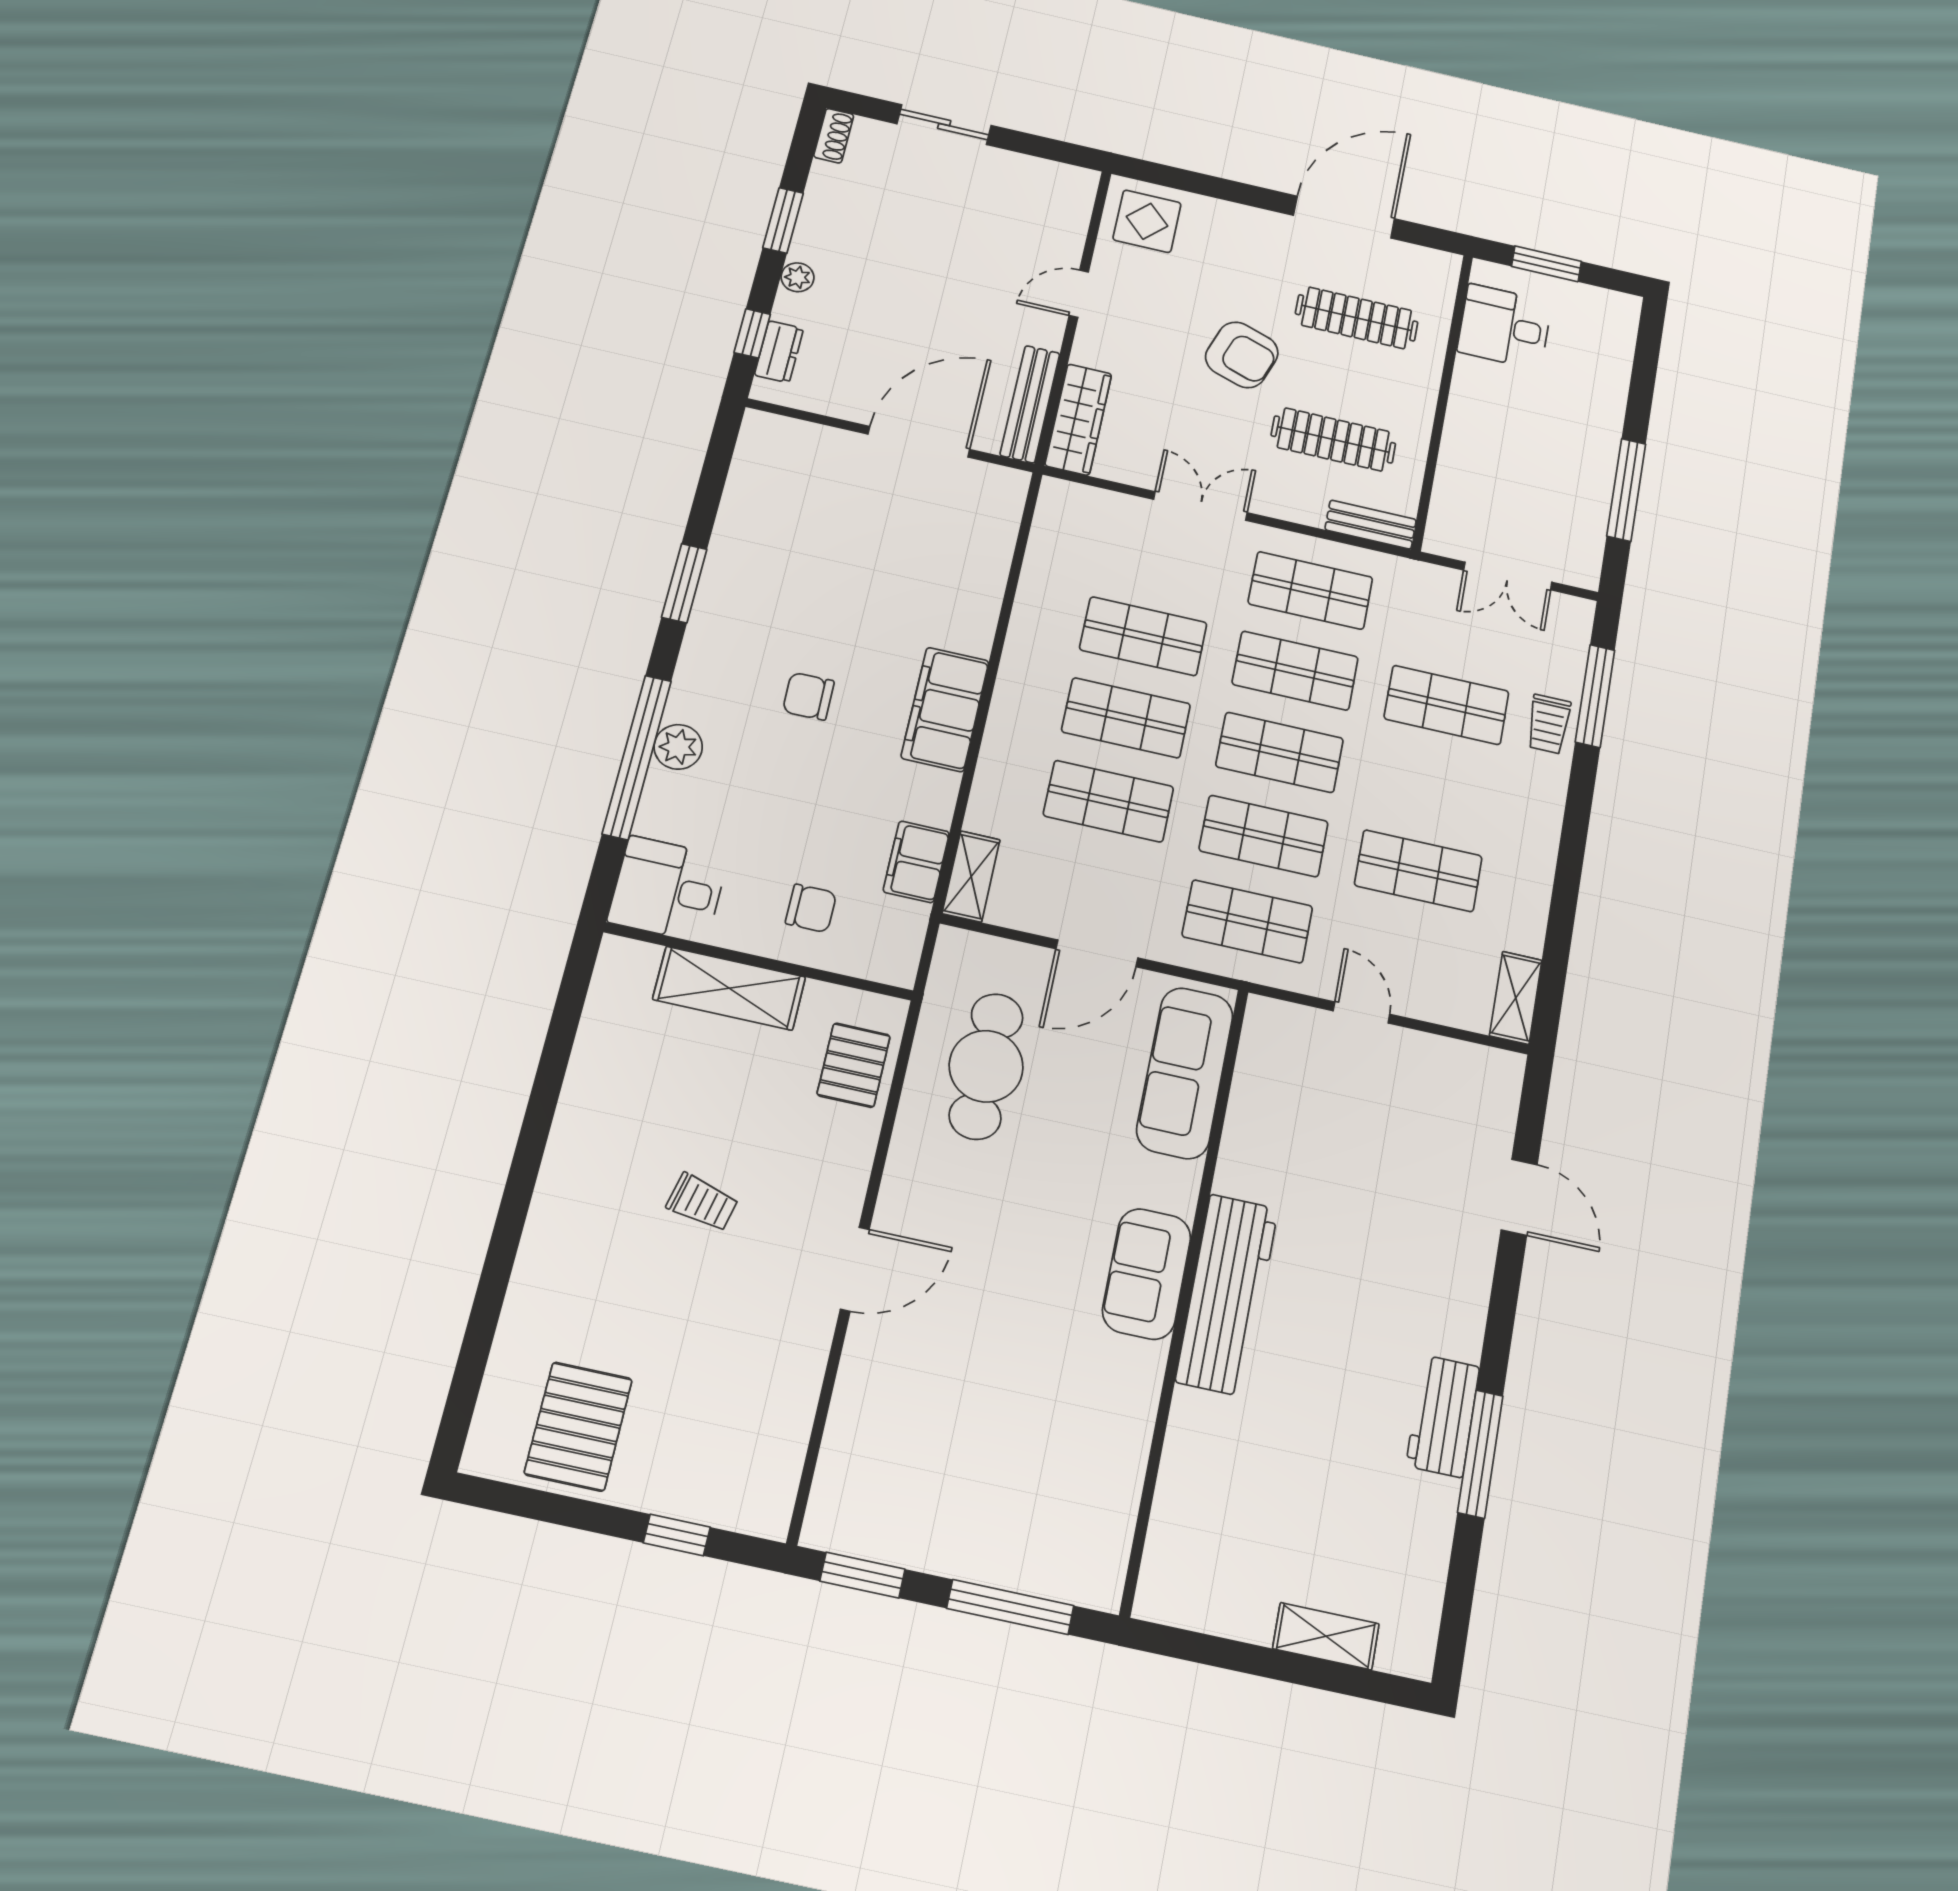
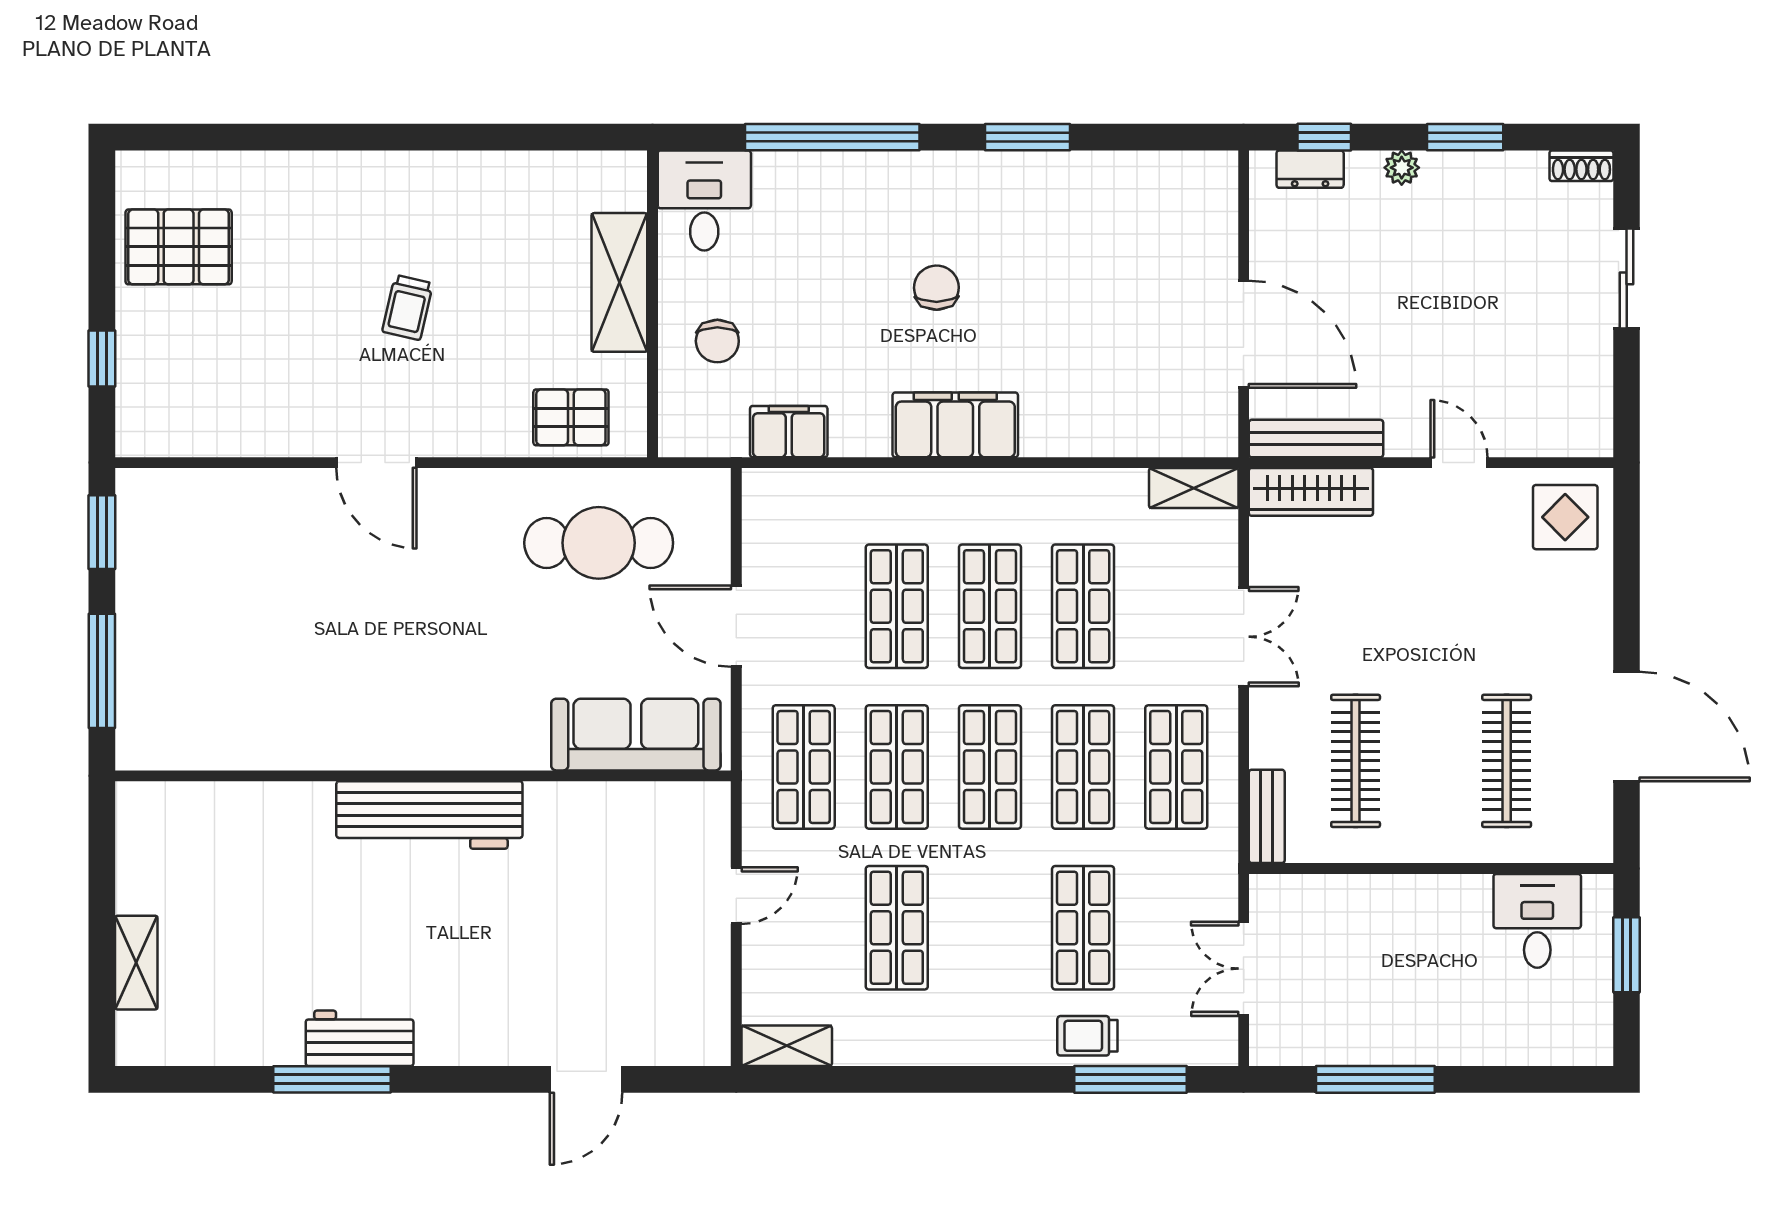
armchair: (1242, 355) -> (1431, 647), removed
plant: (678, 747) -> (852, 174), removed
shelving: (971, 877) -> (1194, 488), moved
sofa: (1147, 1274) -> (432, 735), removed

